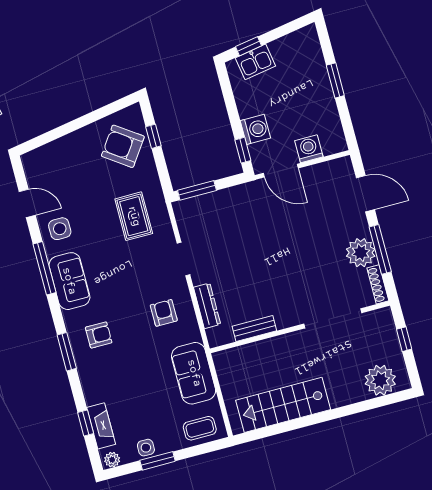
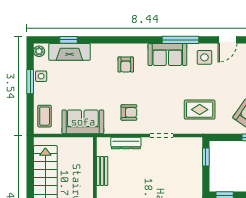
window: (197, 190) -> (206, 157), width x0.67
window: (67, 352) -> (120, 40), removed
fireplace: (101, 426) -> (69, 52), width x1.37, depth x1.32

